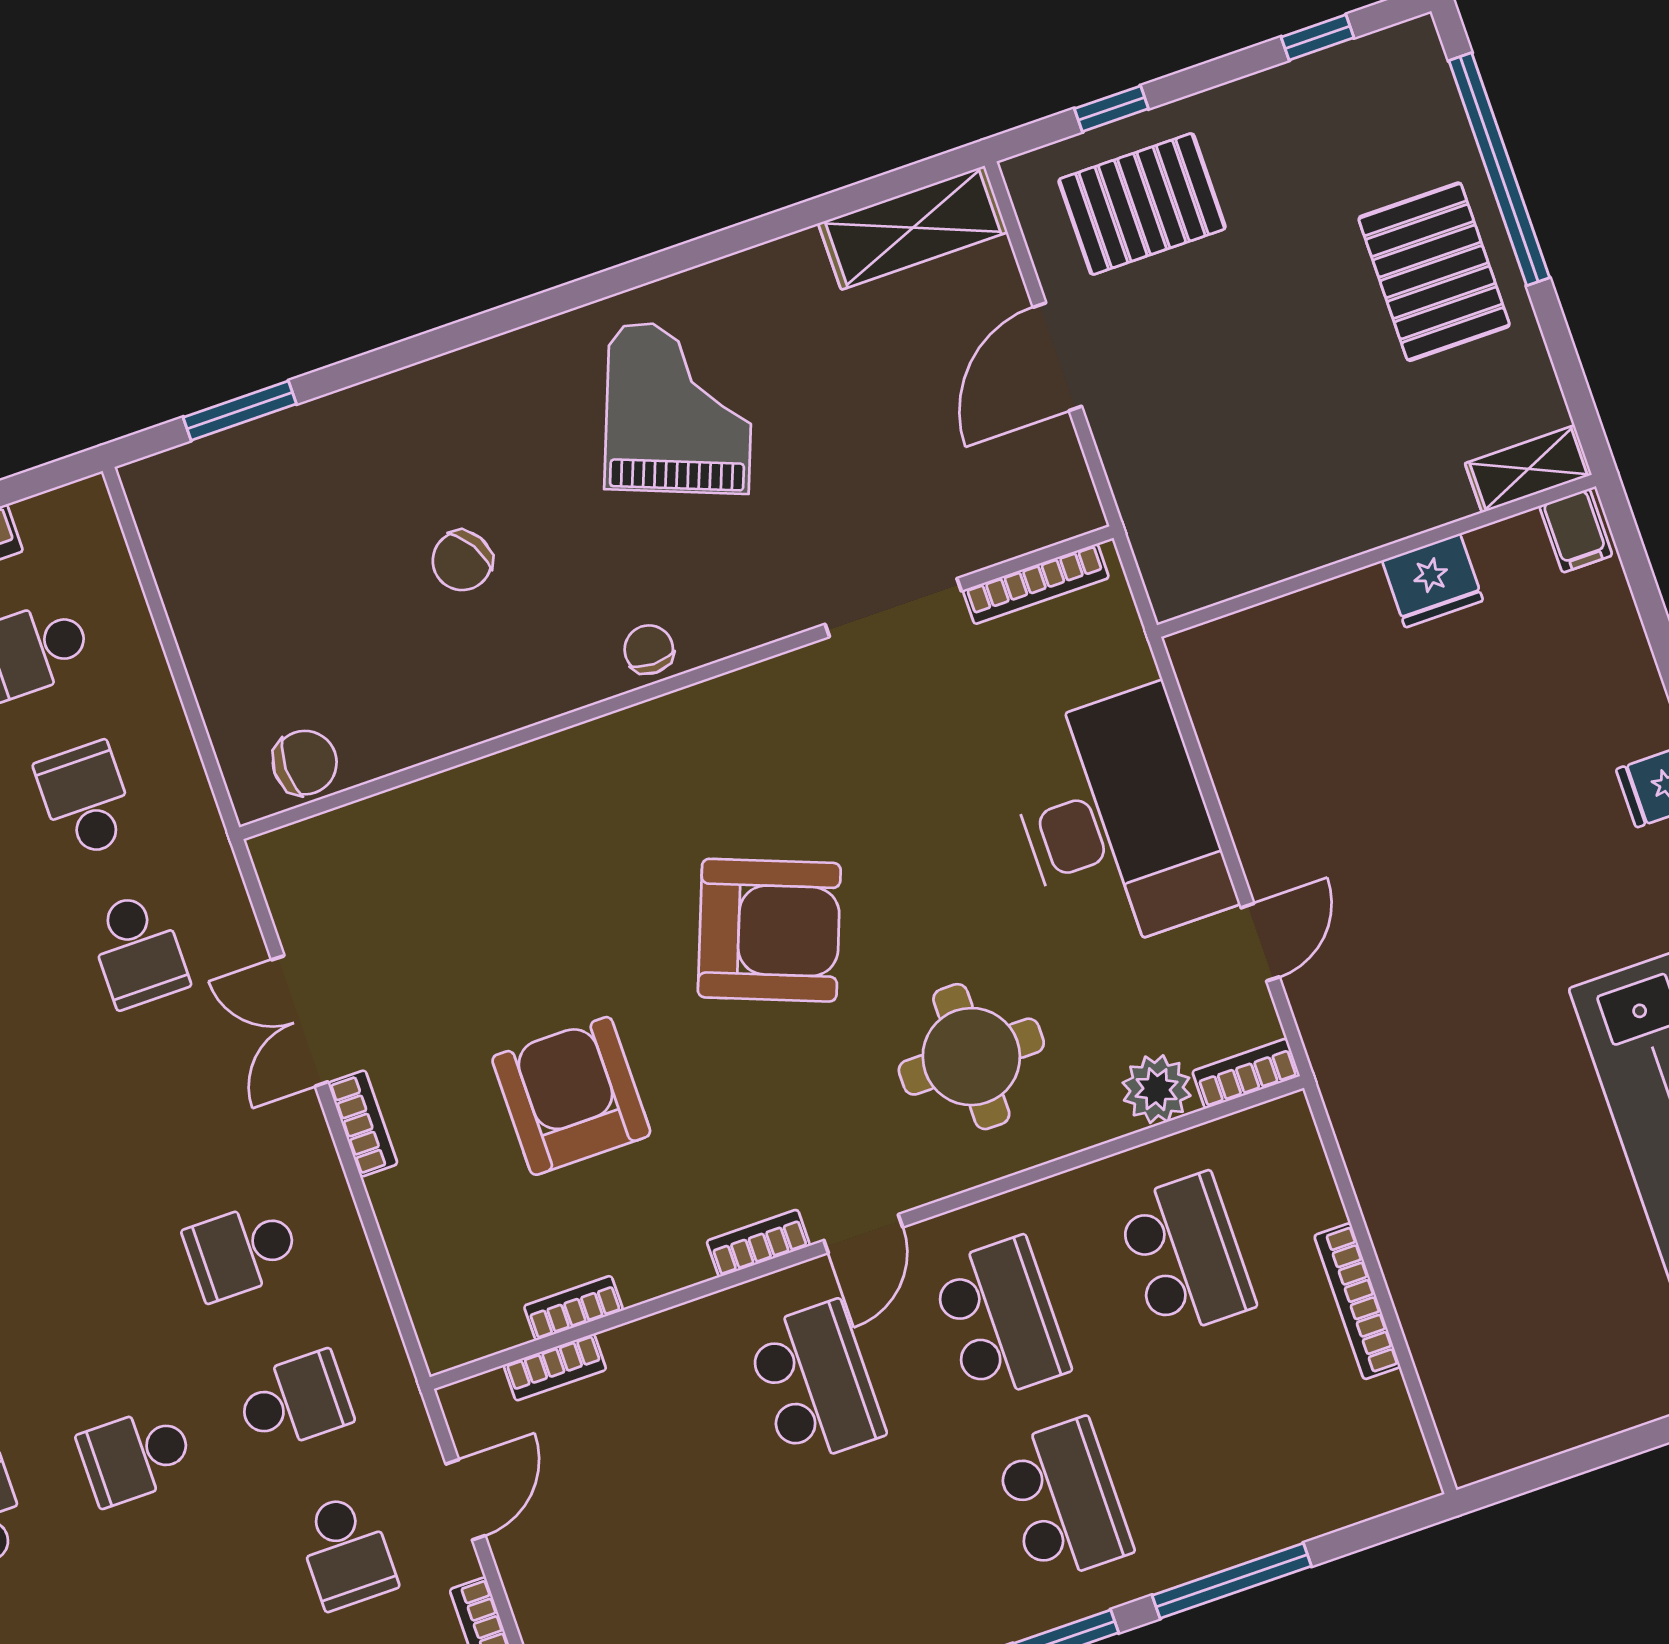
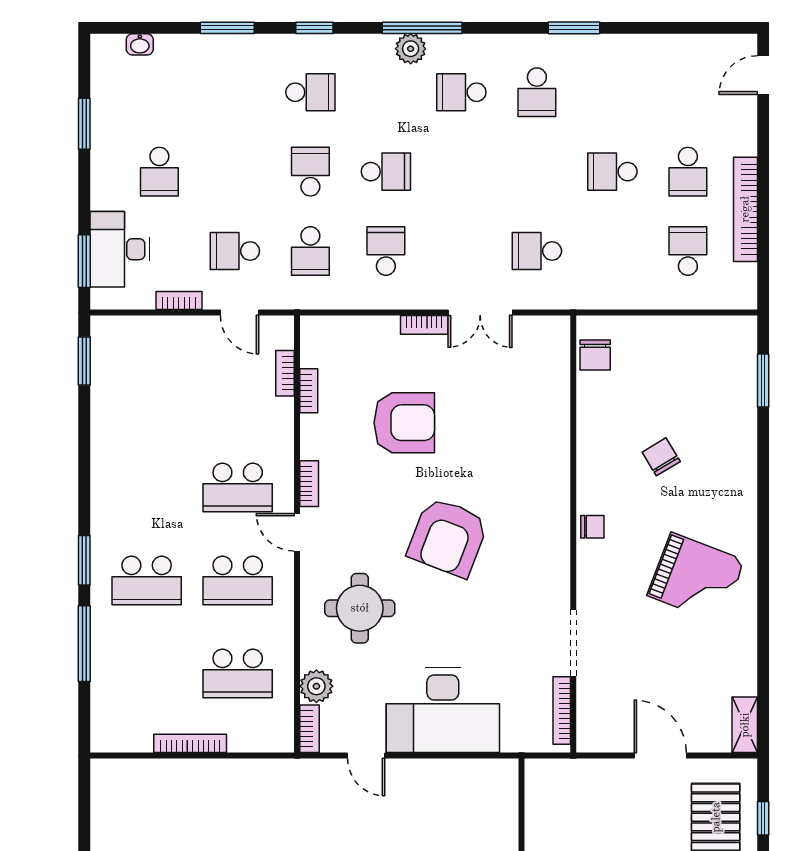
shelving: (913, 228) -> (745, 725), width x0.67, depth x0.75
school desk: (86, 800) -> (386, 172), moved
double door: (300, 1021) -> (480, 313), swing flipped

